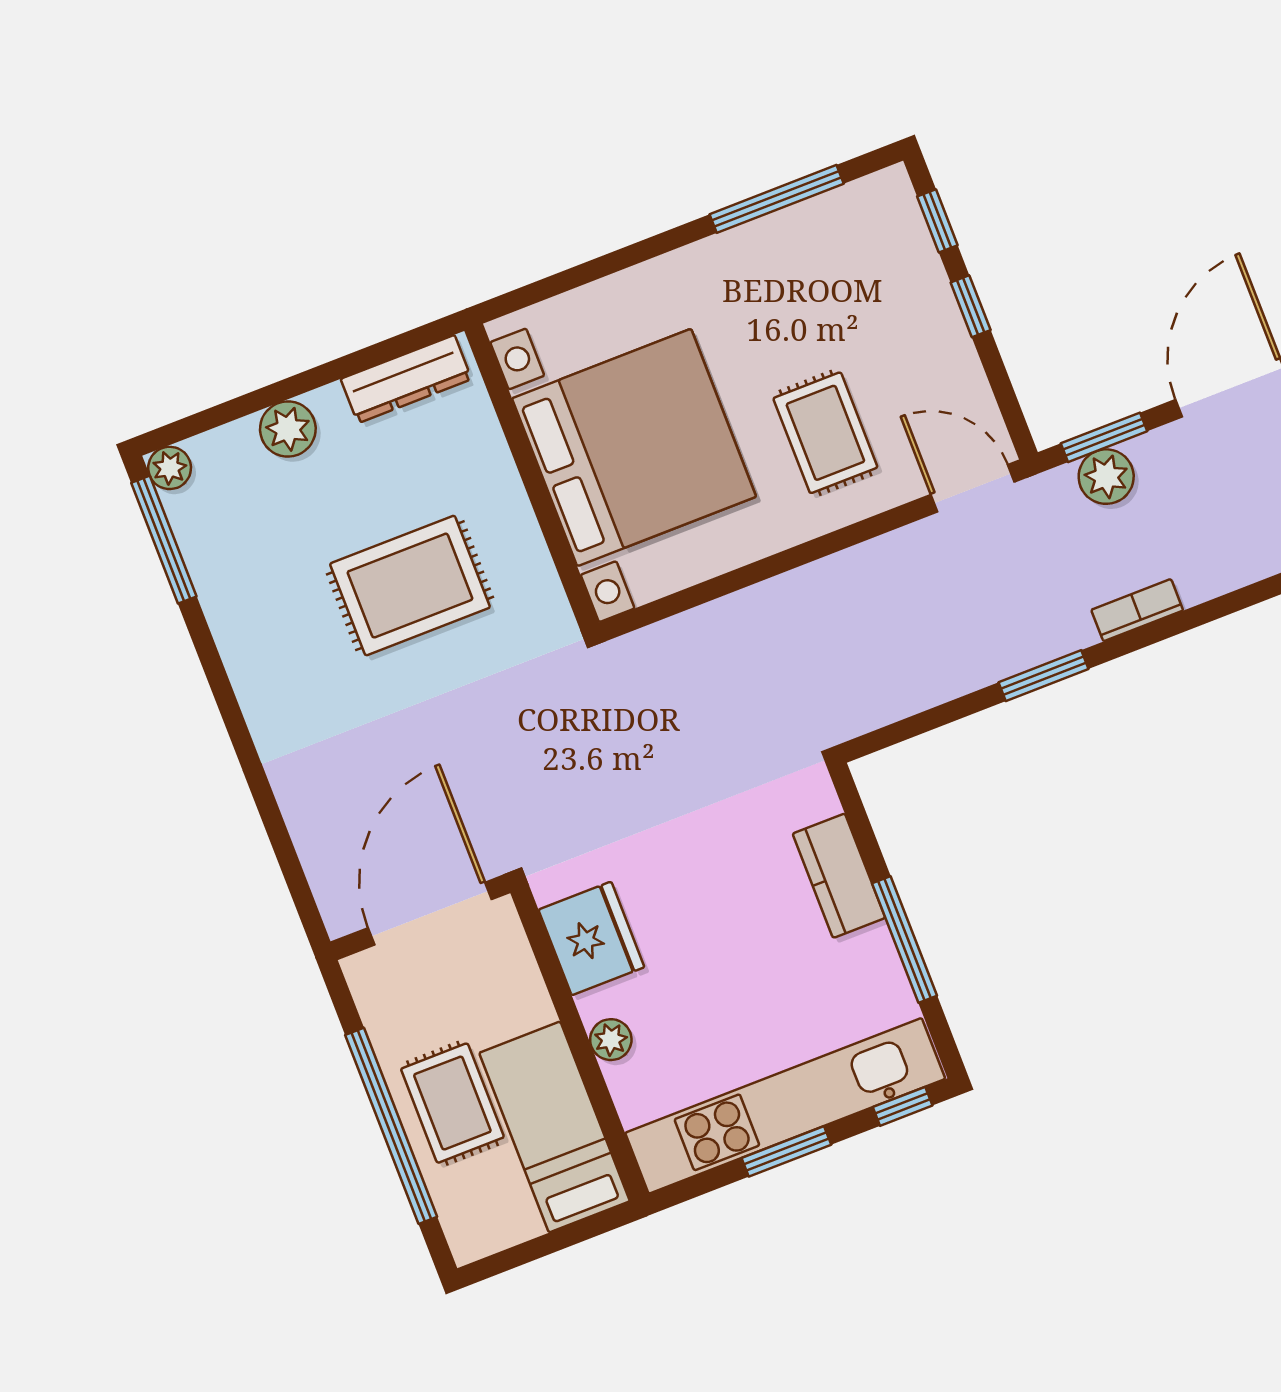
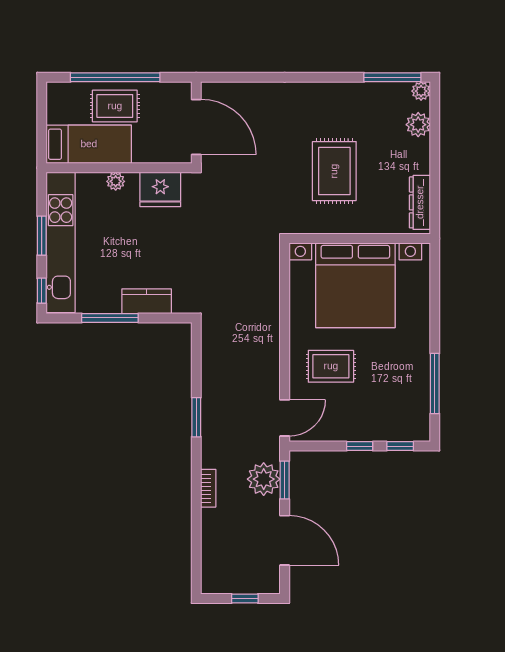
plant: (288, 429) -> (418, 125), moved
plant: (1106, 477) -> (264, 479), width x1.36, depth x1.36
bookcase: (1137, 610) -> (208, 488), moved

